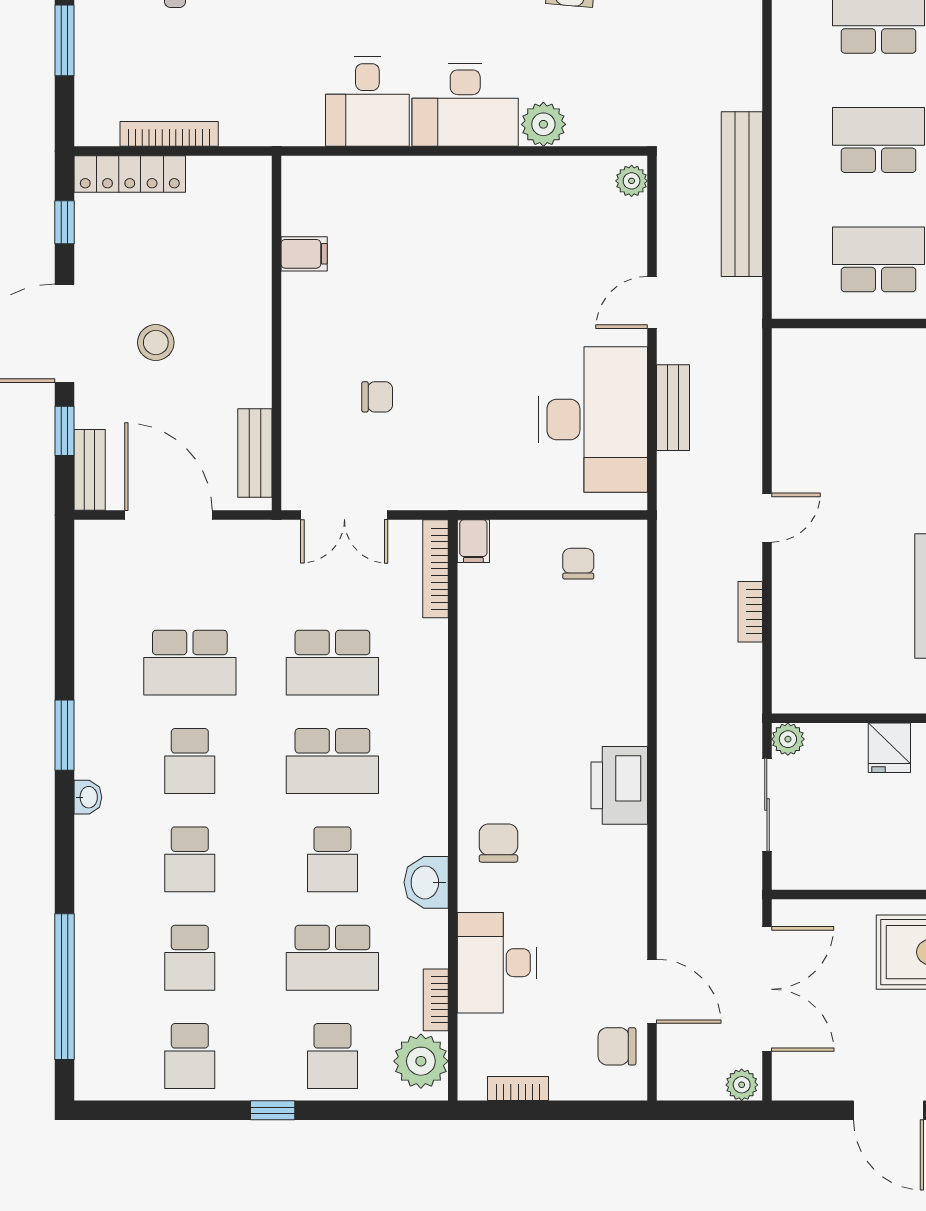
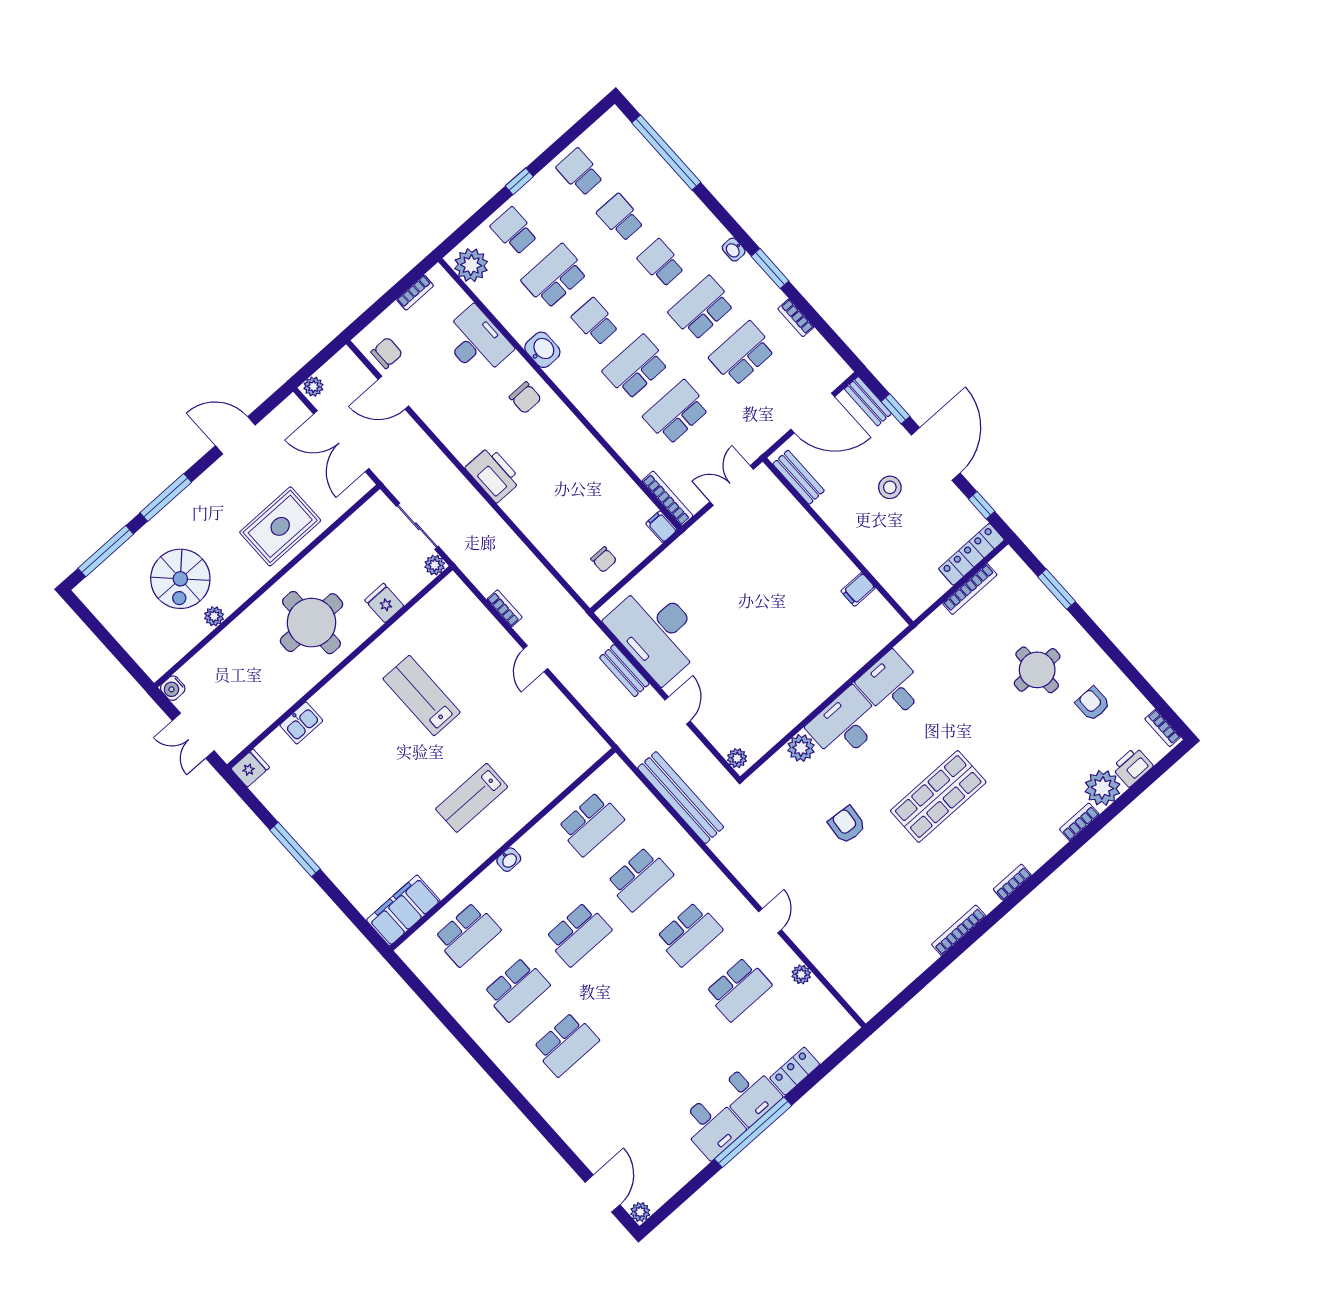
chair: (377, 397) -> (765, 554), removed
school desk: (190, 761) -> (702, 308), width x1.85
bookcase: (436, 1000) -> (796, 318), moved, turned 180

